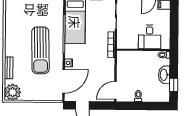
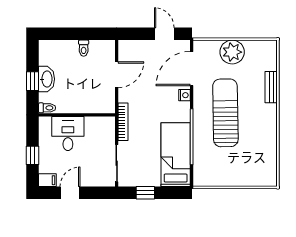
window: (174, 22) -> (33, 155), added
window: (174, 85) -> (33, 81), moved
door: (115, 90) -> (117, 75), moved
plant: (13, 92) -> (232, 52), moved

